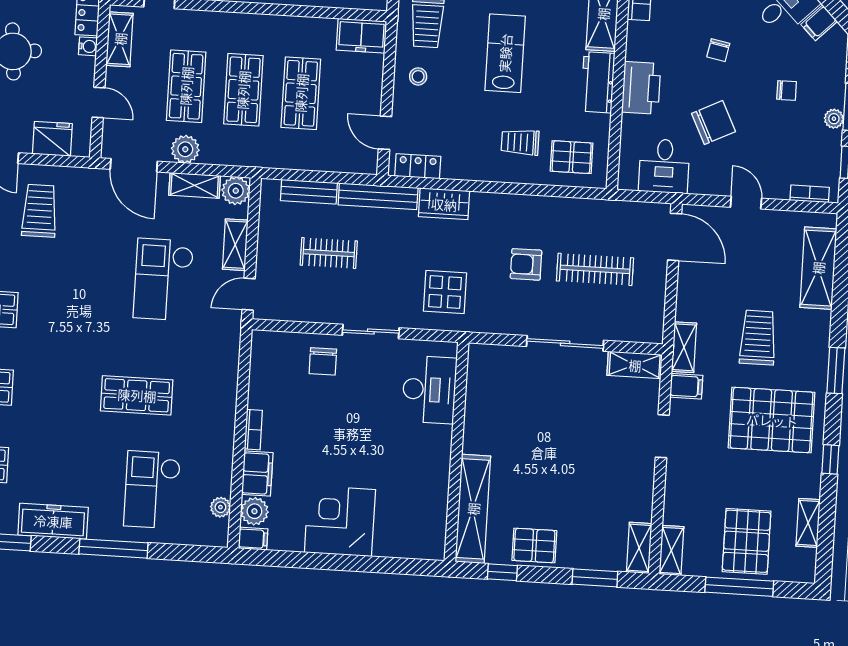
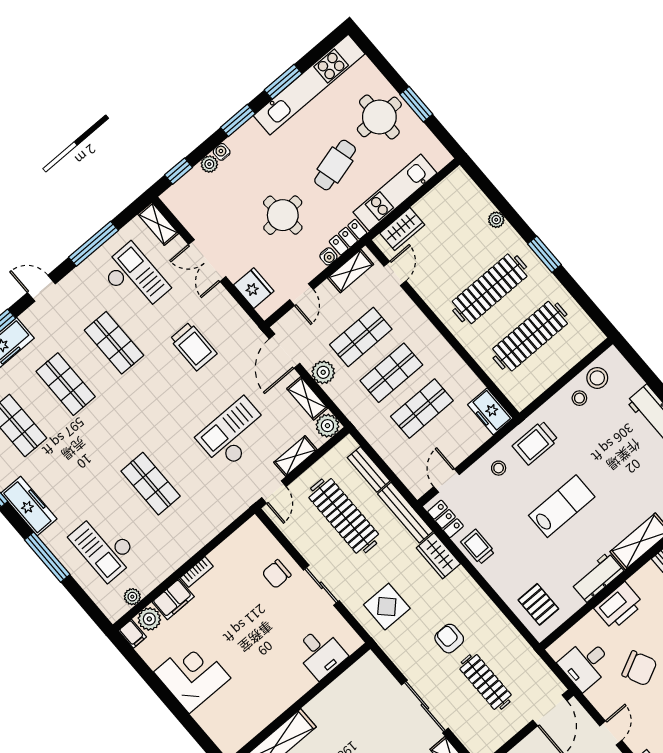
trolley: (520, 142) -> (478, 547), moved
trolley: (40, 211) -> (193, 346), moved, turned 90
clothes rail: (329, 253) -> (344, 516), width x1.86, depth x1.31
door: (249, 294) -> (274, 492), swing flipped
desk: (429, 390) -> (320, 653), width x0.73
checkout: (152, 490) -> (104, 546), turned -90

